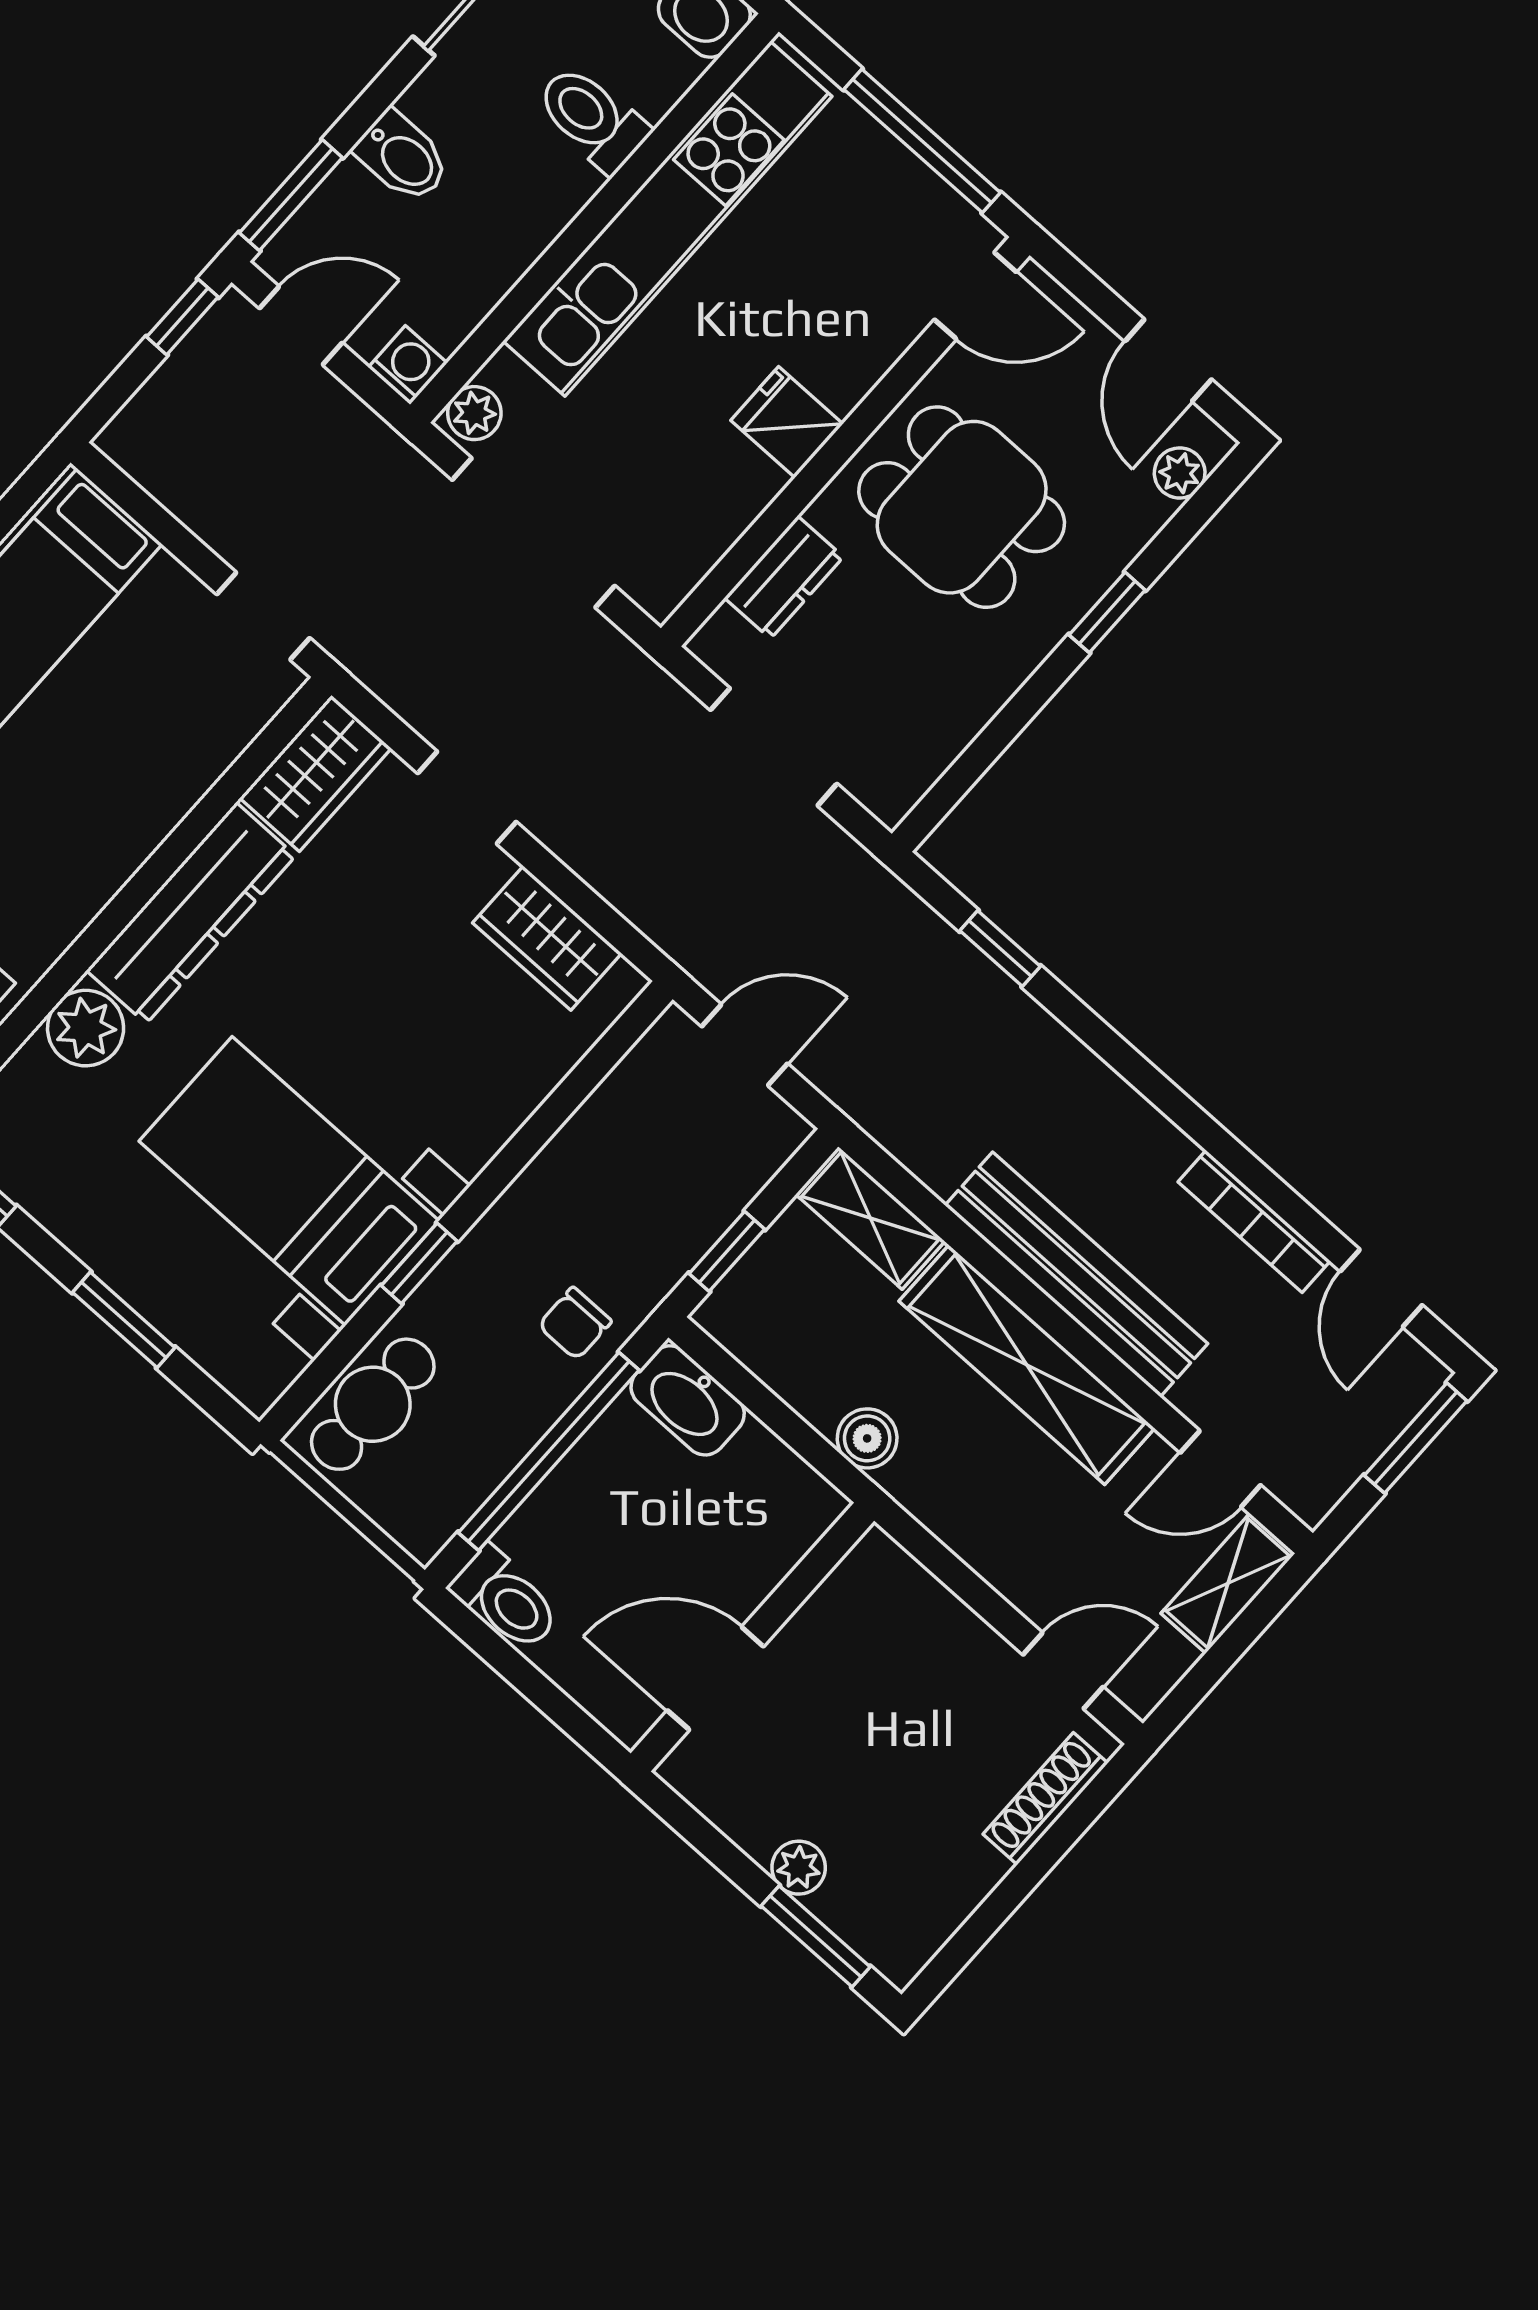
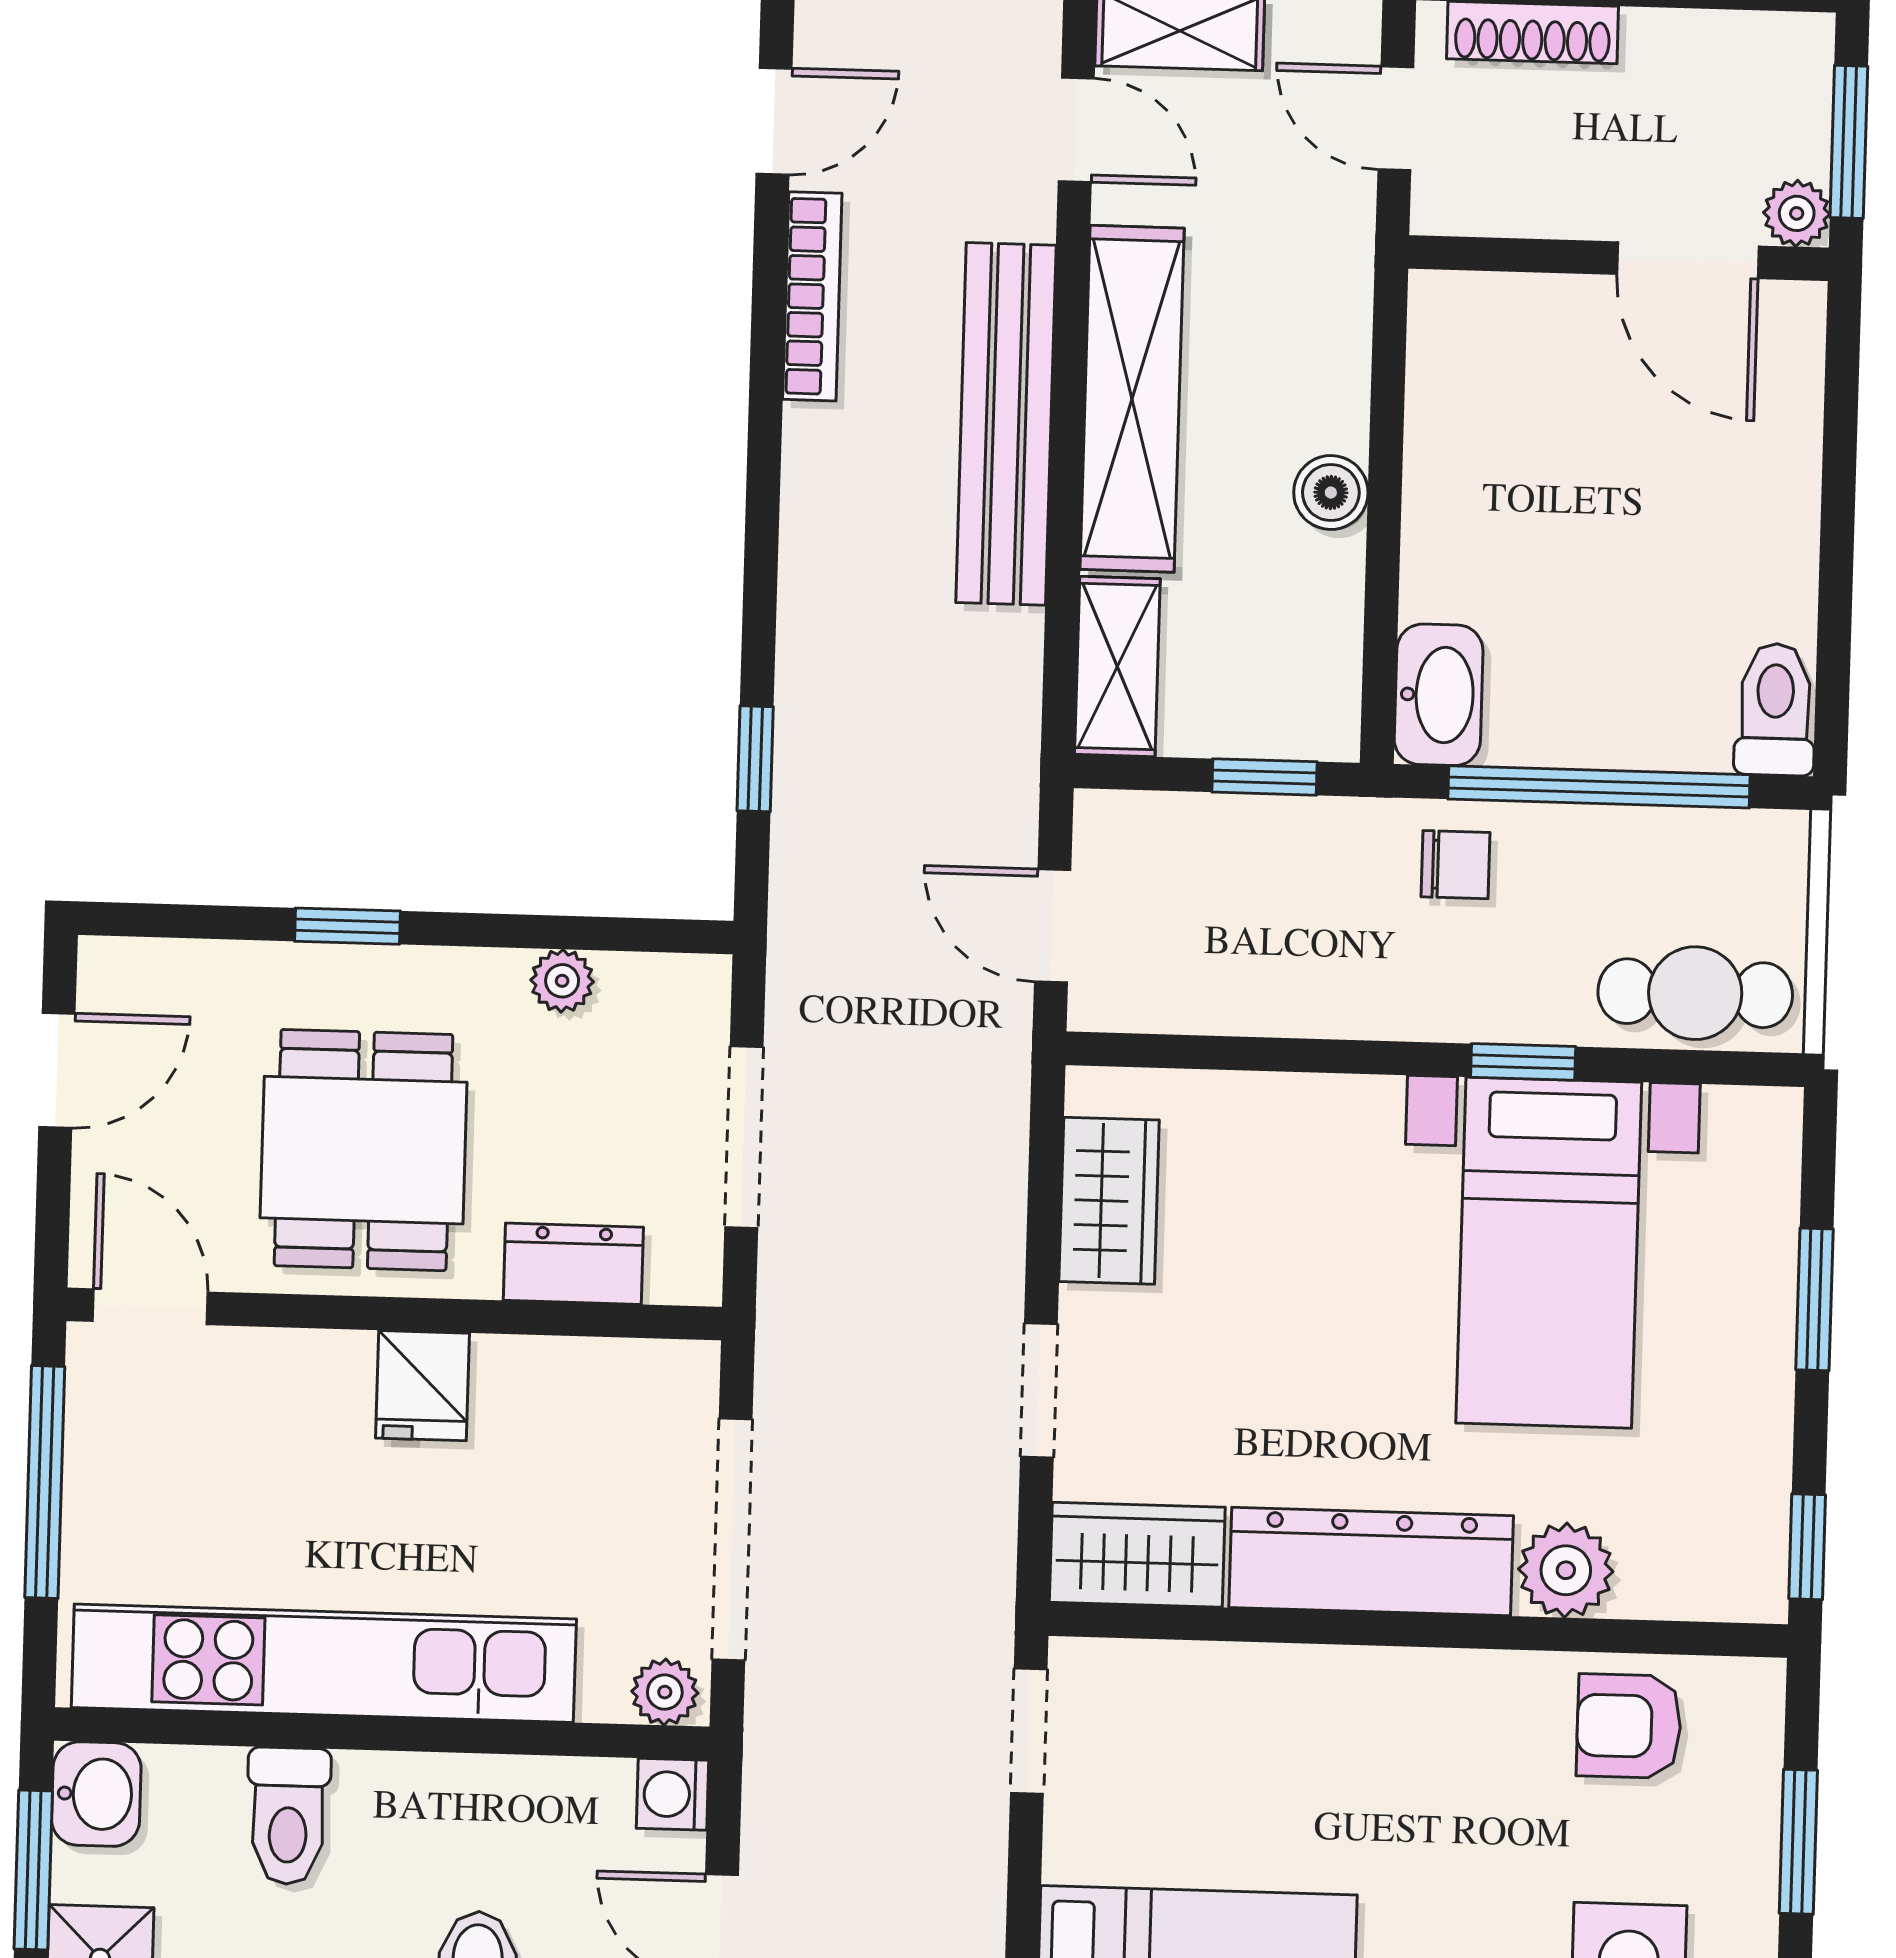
plant: (1180, 473) -> (562, 981), moved
wall: (752, 1637) -> (1619, 258), moved
door: (715, 1678) -> (1688, 260), moved

